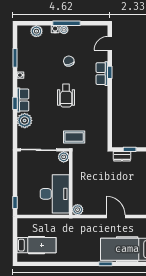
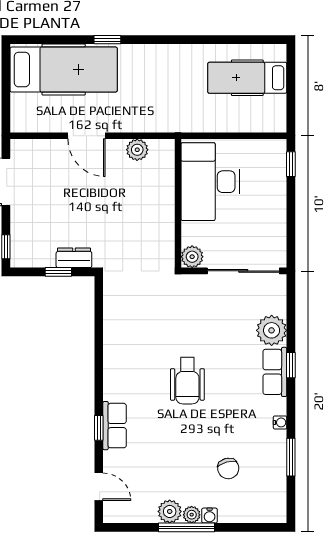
plant: (36, 31) -> (170, 511), moved
door: (110, 43) -> (99, 487), hinge flipped
chair: (69, 61) -> (228, 468), moved
wheelchair: (66, 96) -> (187, 381), turned 180
coffee table: (74, 137) -> (171, 297), removed
plant: (78, 210) -> (137, 150), moved

